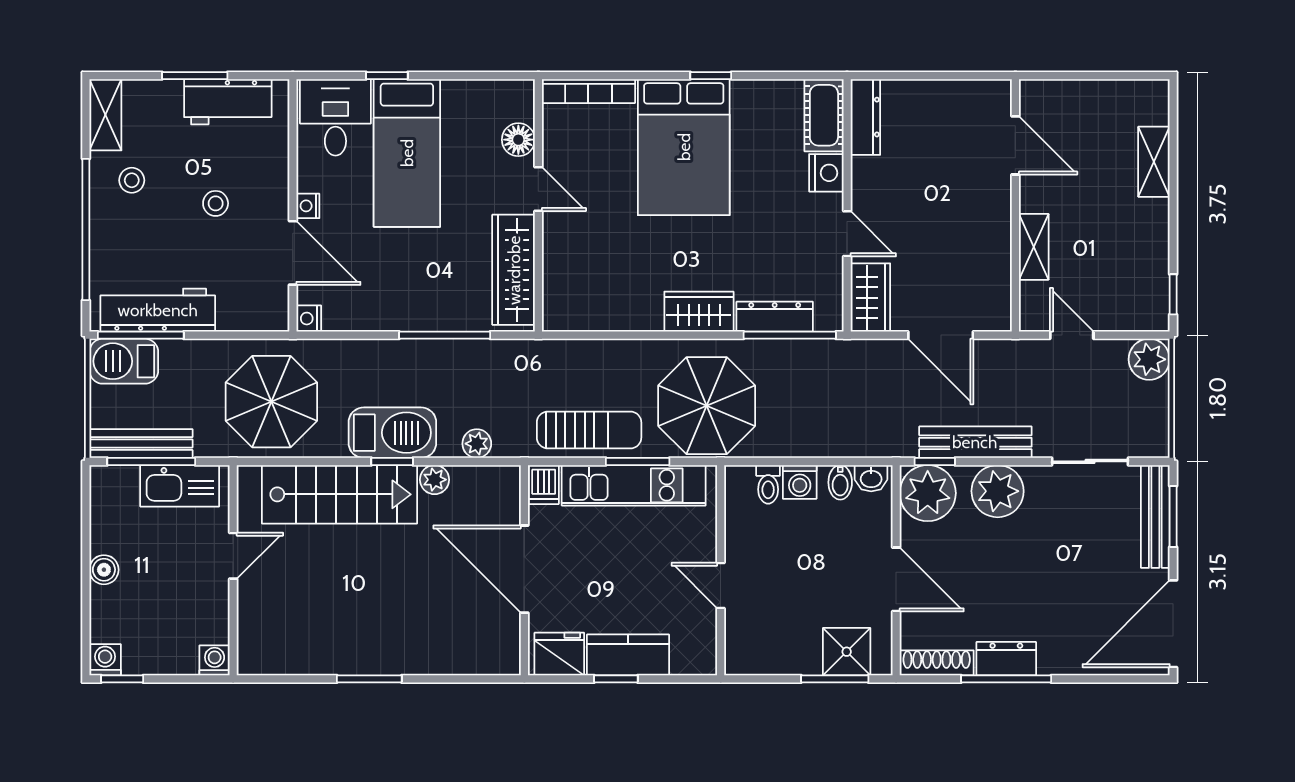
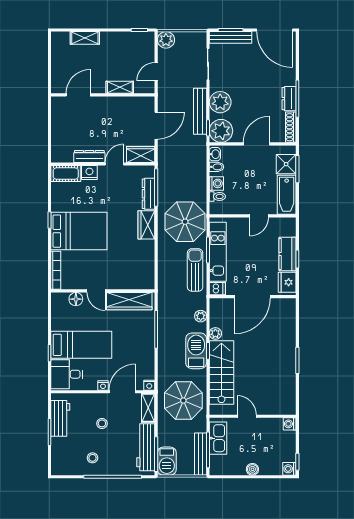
shelving: (105, 115) -> (148, 408), moved, turned 90
dresser: (865, 117) -> (89, 156), moved
door: (538, 189) -> (96, 291), swing flipped
bathtub: (772, 653) -> (287, 195), added

